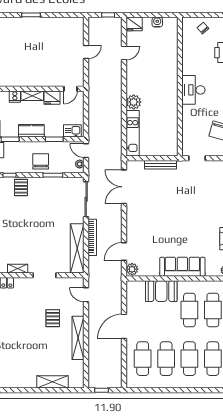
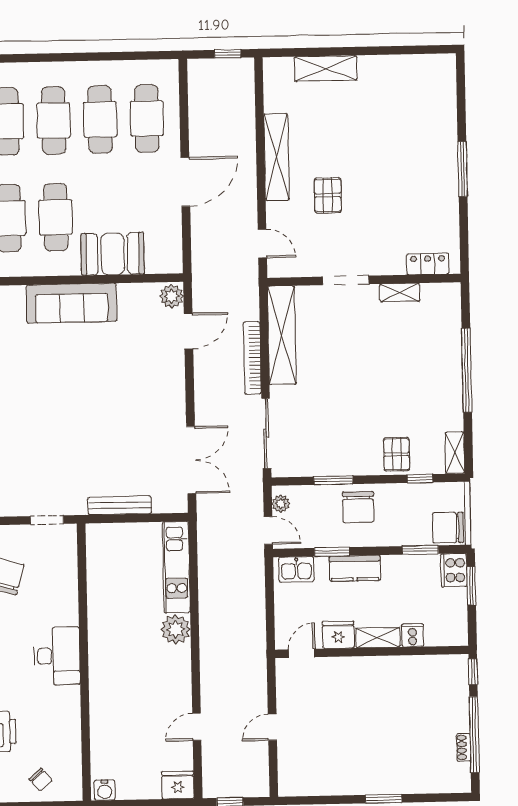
water cooler: (157, 22) -> (105, 790), moved
kitchen counter: (31, 131) -> (355, 568), moved

